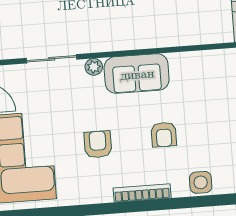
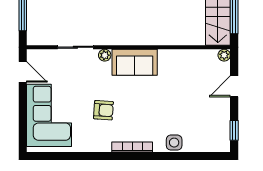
armchair: (164, 135) -> (151, 107), removed
armchair: (98, 144) -> (103, 110), turned 94

